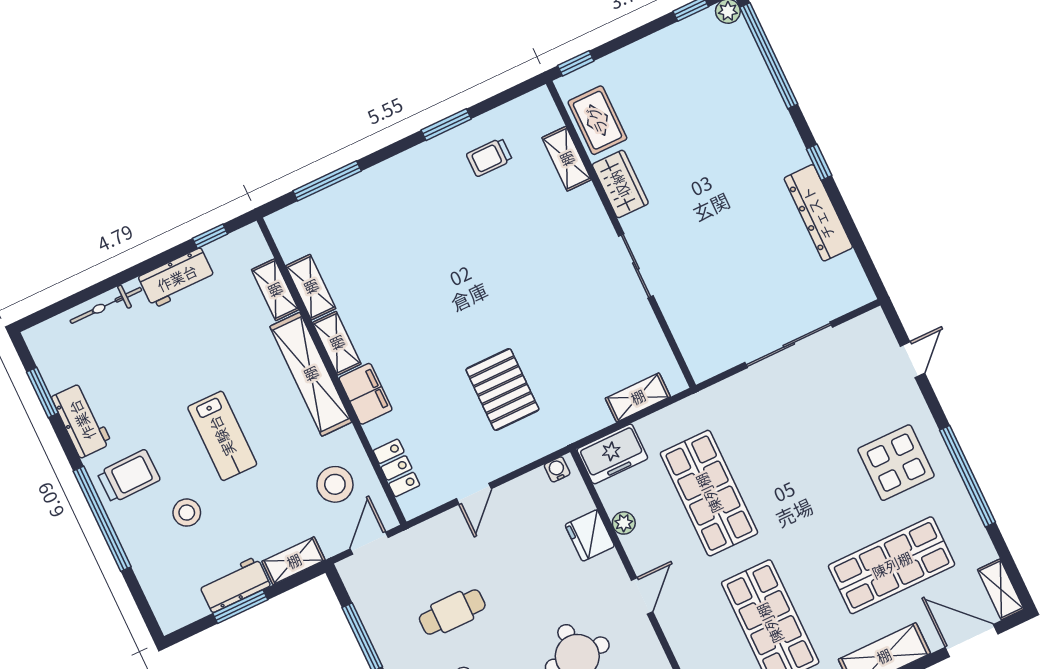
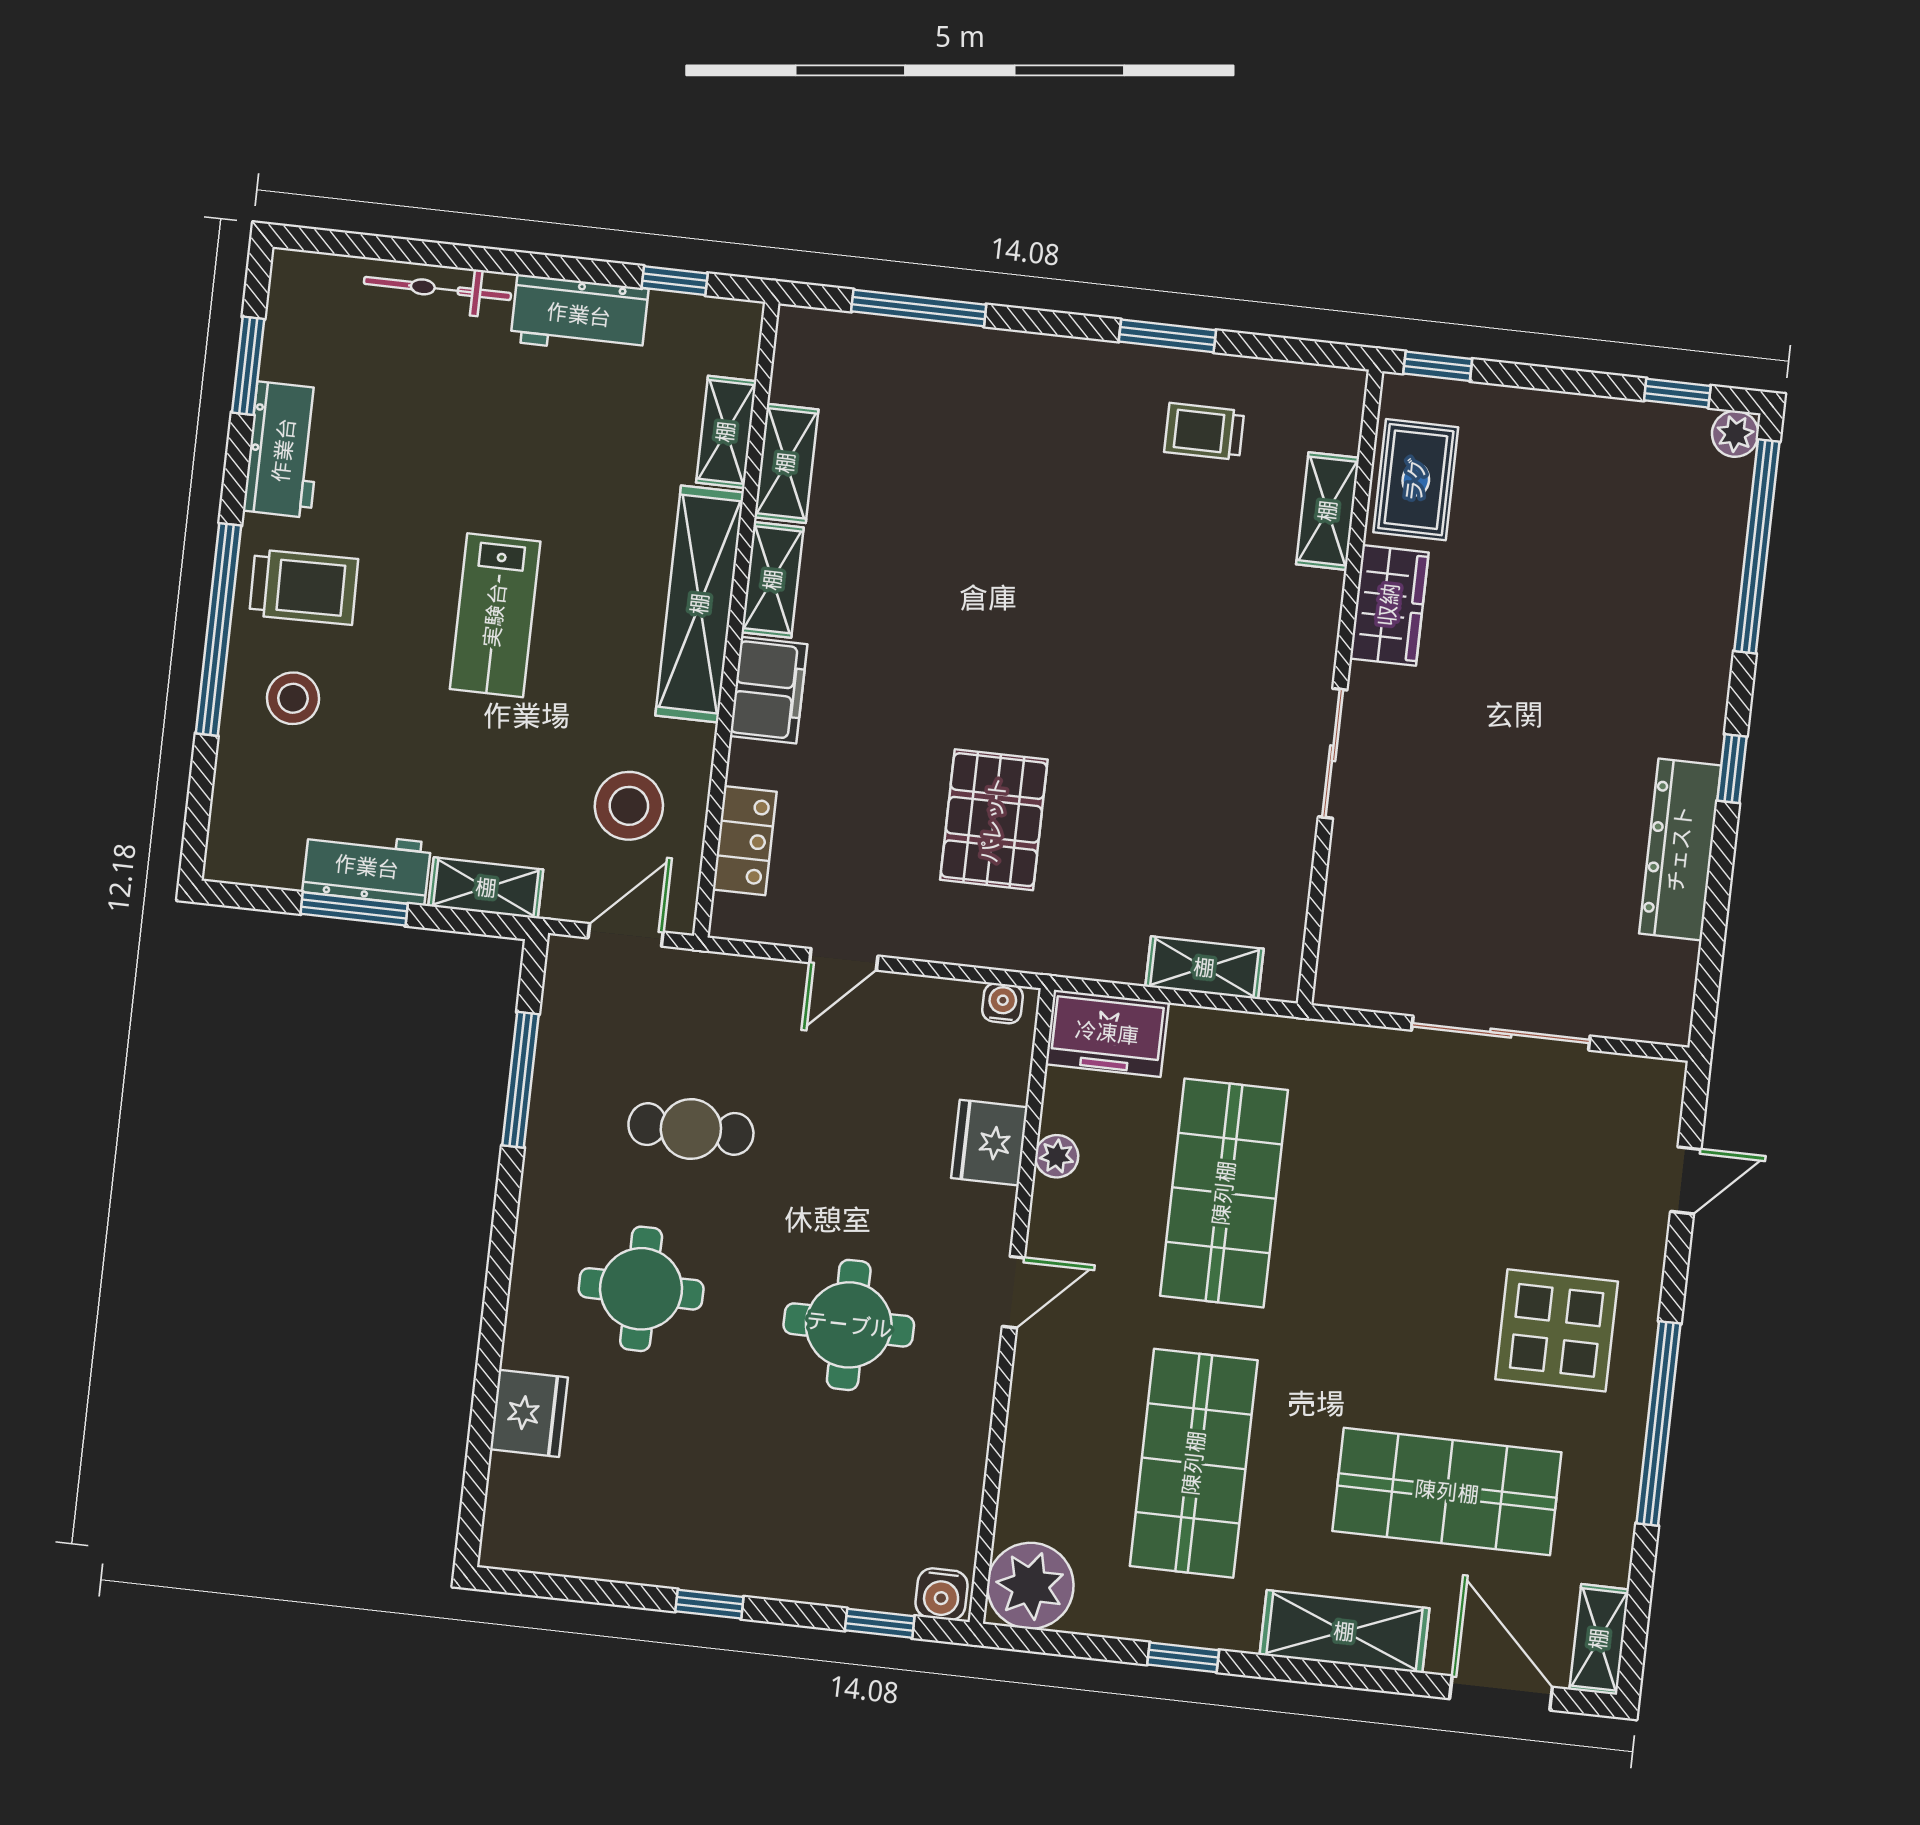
stool: (187, 513) -> (293, 698), moved

